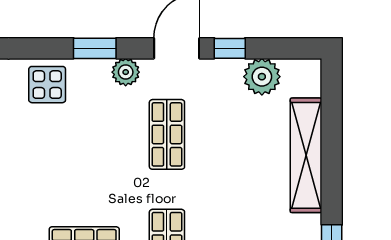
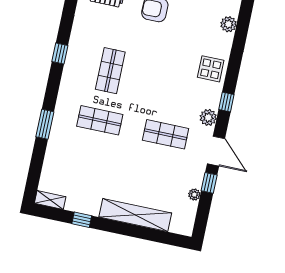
window: (95, 48) -> (226, 102), width x0.67
plant: (262, 77) -> (194, 195), width x0.53, depth x0.53

